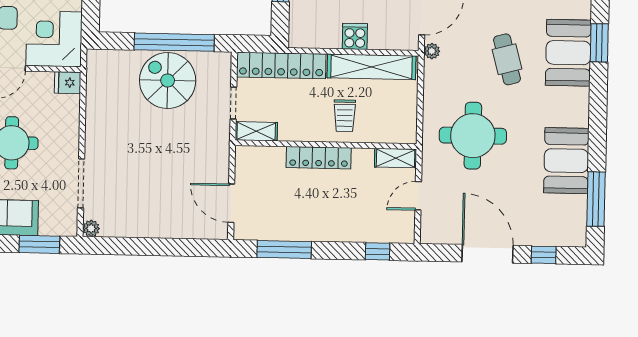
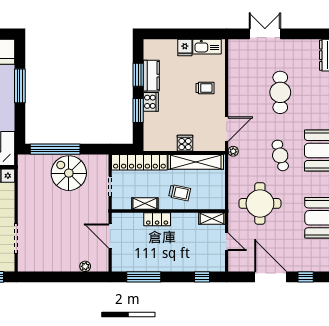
window: (174, 42) -> (55, 149), moved
trolley: (345, 116) -> (180, 193), turned -78
shelving: (256, 131) -> (145, 204), moved
locker: (319, 158) -> (157, 219), width x0.66
door: (418, 196) -> (227, 242), swing flipped
door: (231, 203) -> (110, 236), moved
plant: (91, 228) -> (85, 266), moved

